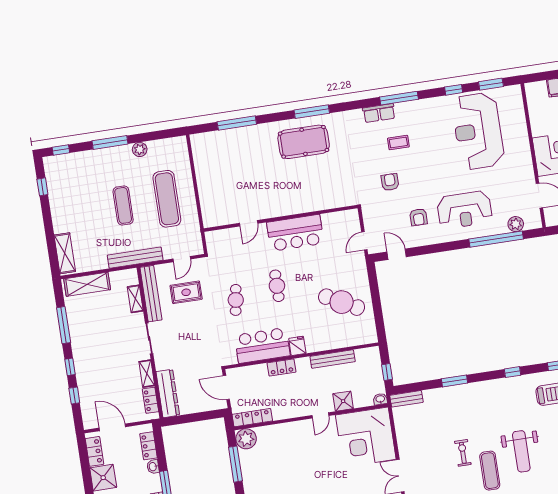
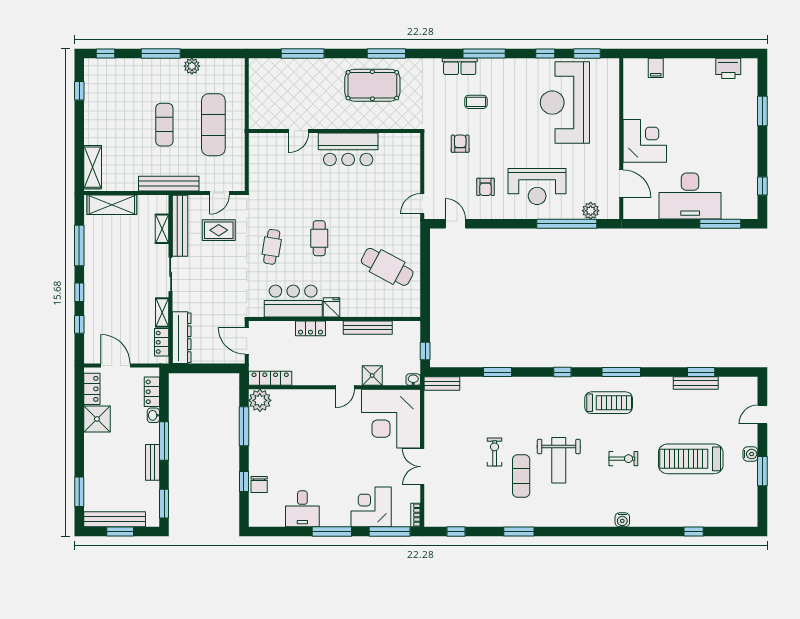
wall: (281, 218) -> (335, 131), moved
door: (249, 223) -> (299, 131), moved
bar counter: (295, 233) -> (348, 149), moved

